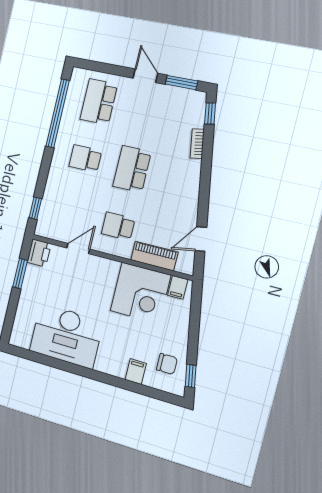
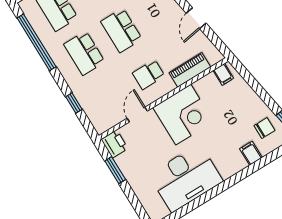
school desk: (85, 159) -> (84, 53), width x1.85
window: (35, 208) -> (74, 103), moved
door: (201, 239) -> (196, 18), moved
corner desk: (140, 293) -> (183, 115), moved

